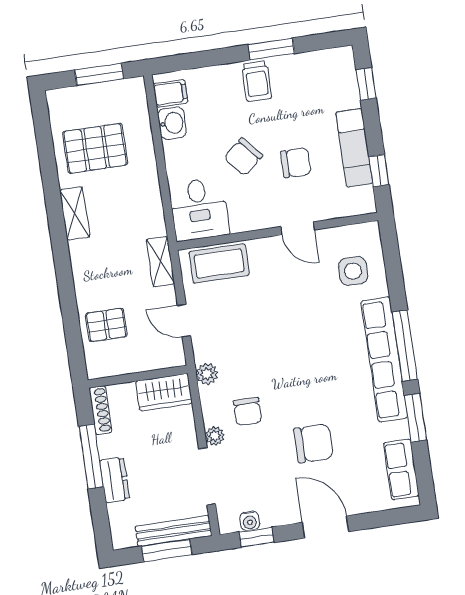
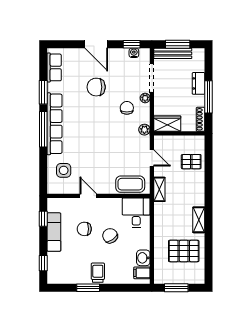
chair: (243, 157) -> (110, 236), turned -85

